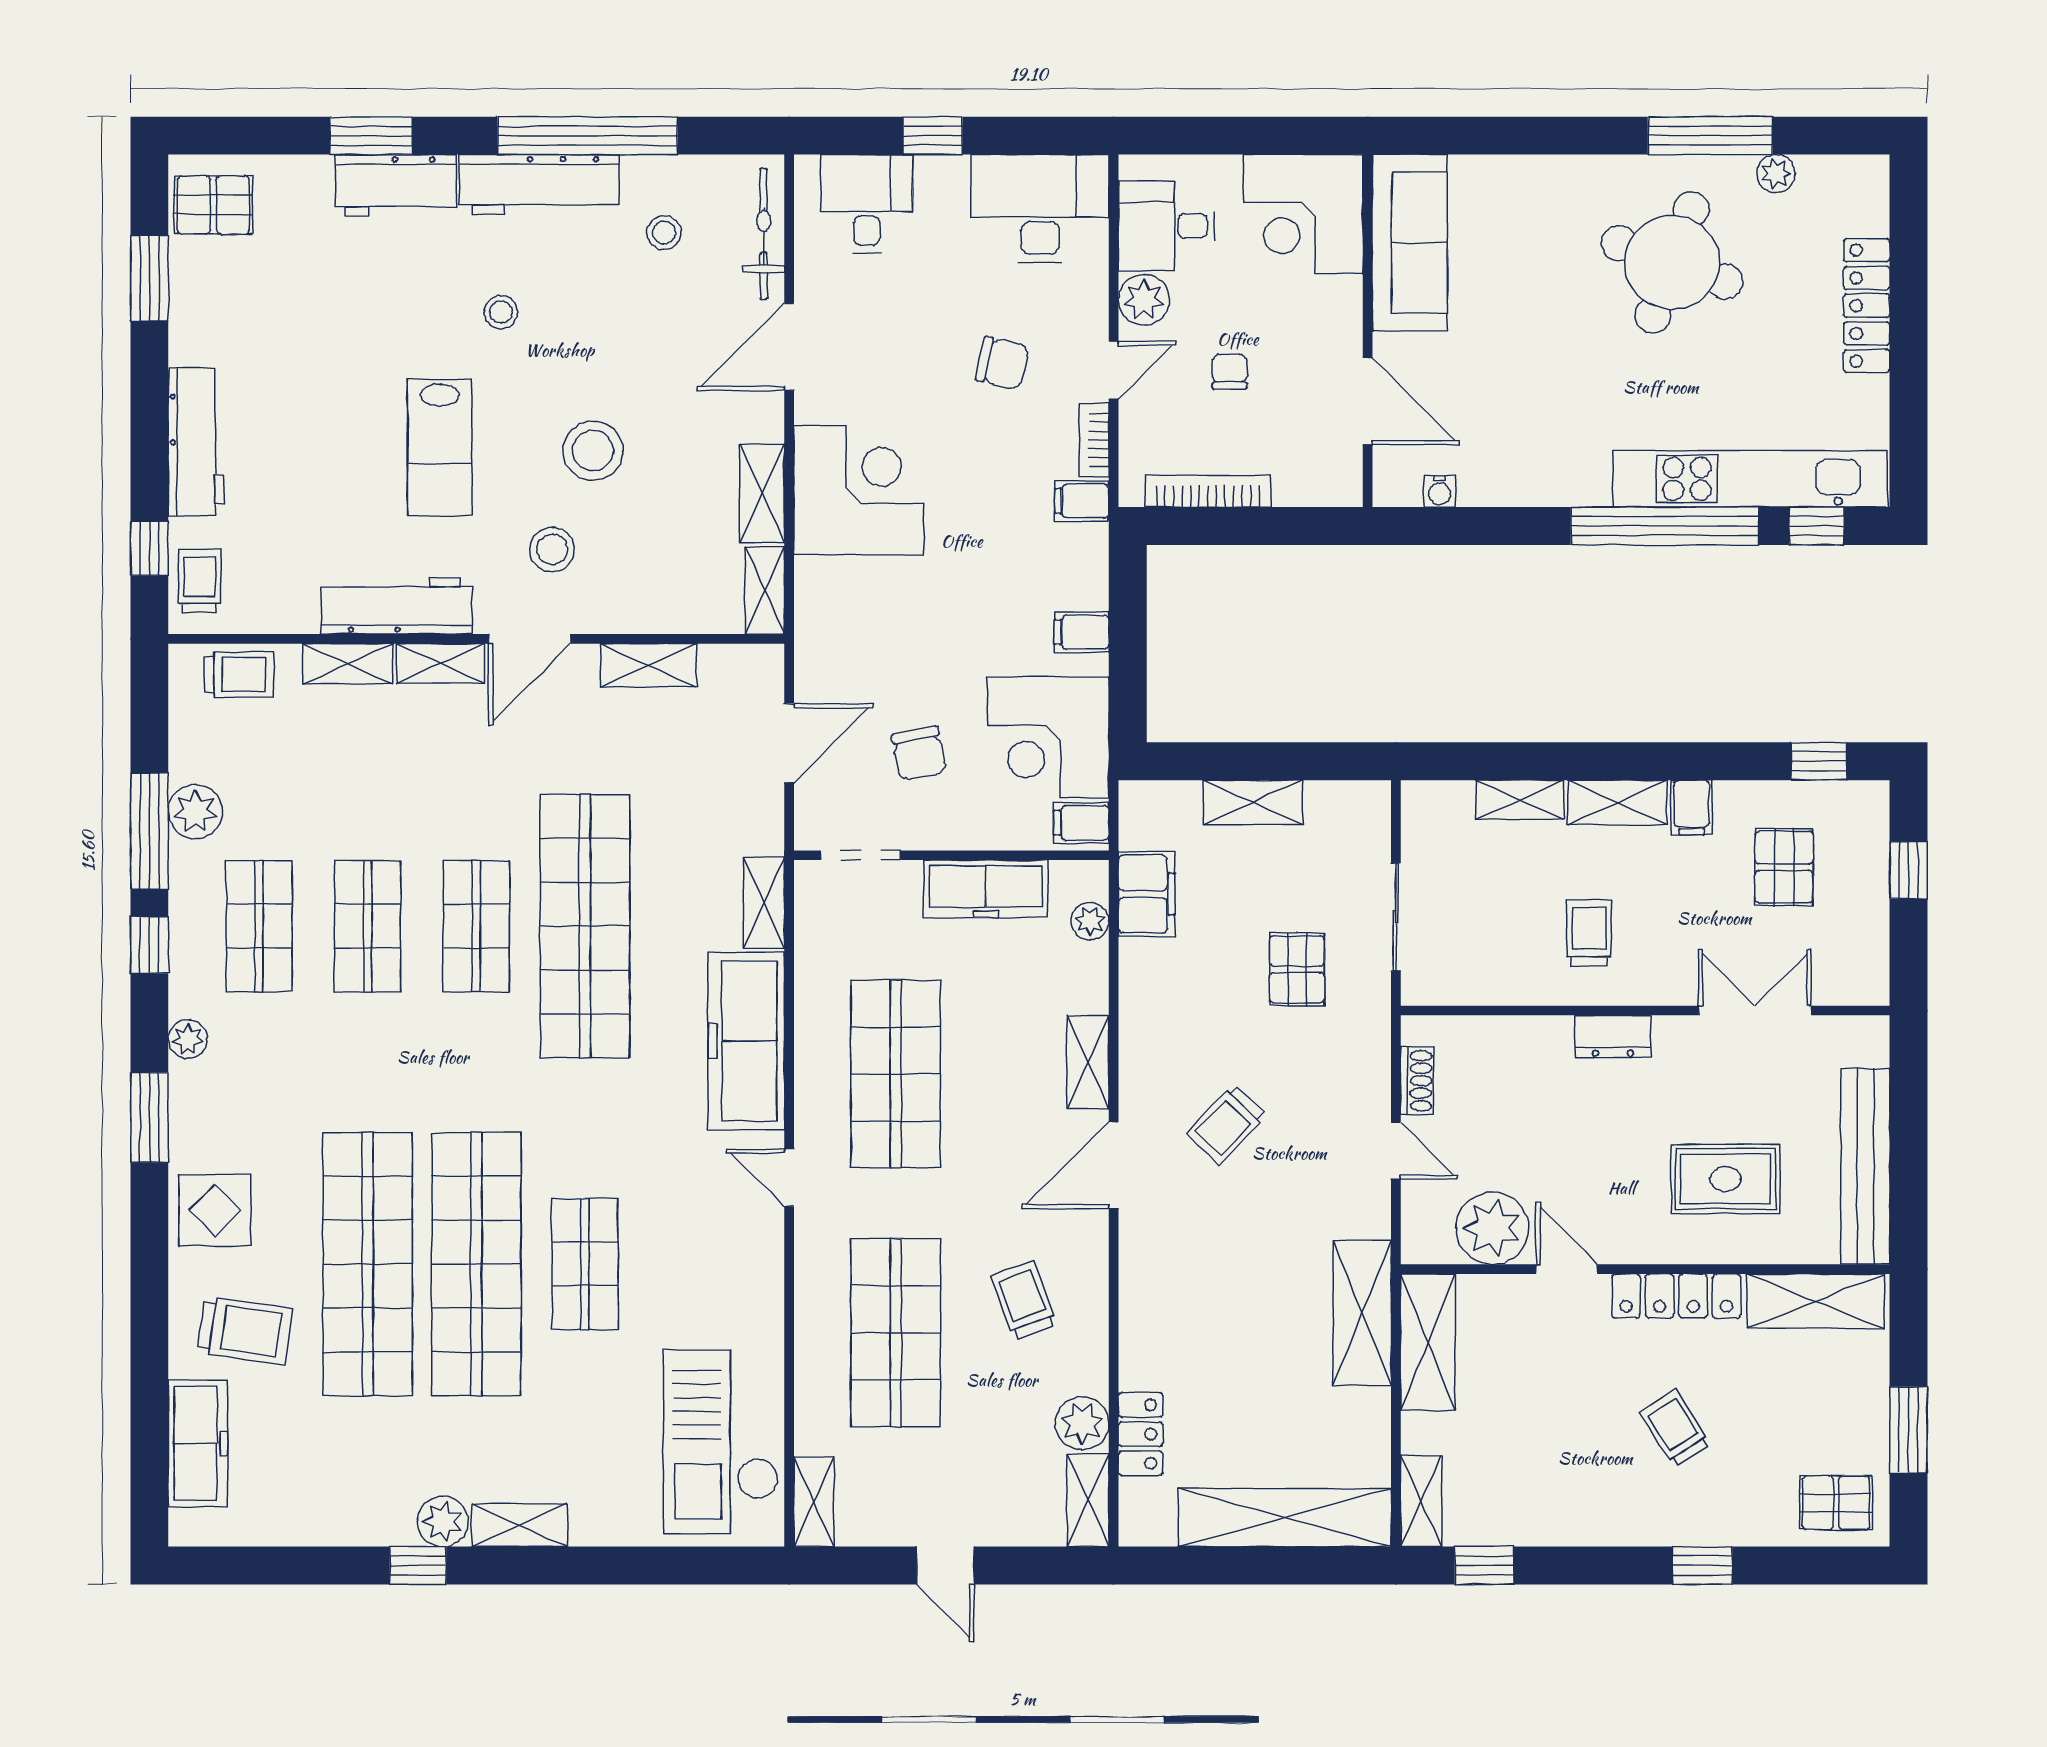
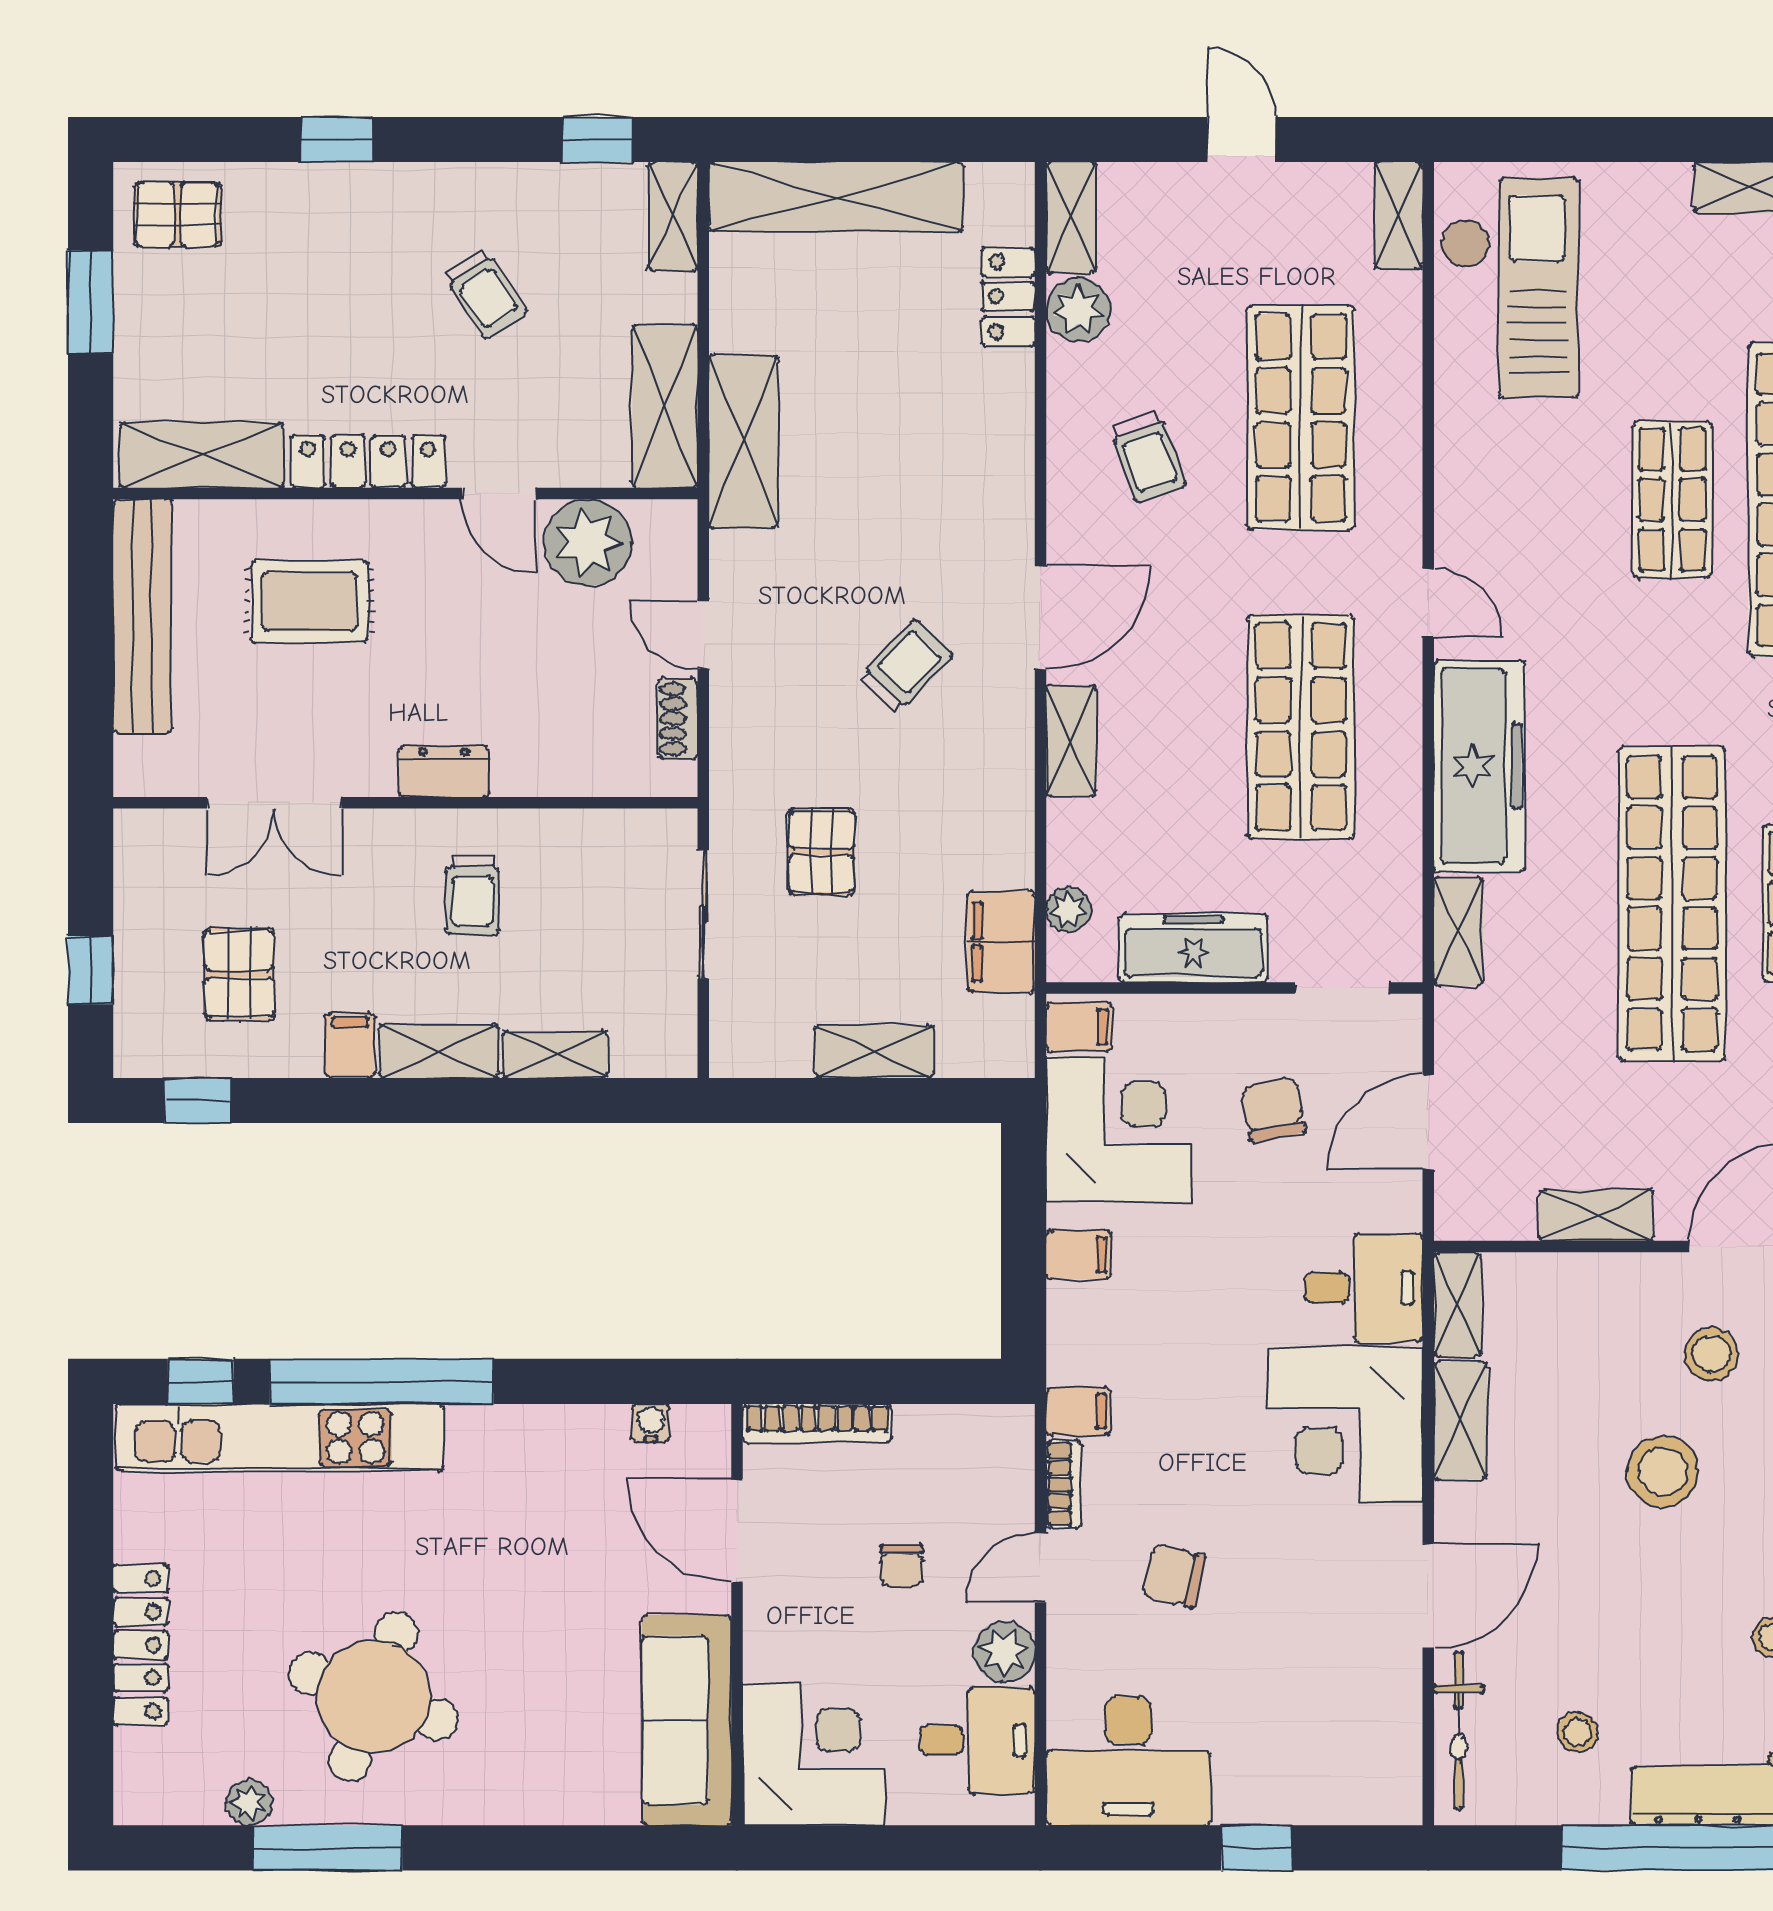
desk: (867, 204) -> (1364, 1288), moved, turned -90
bookcase: (1208, 491) -> (817, 1423), moved
trolley: (1675, 1428) -> (485, 294), moved

